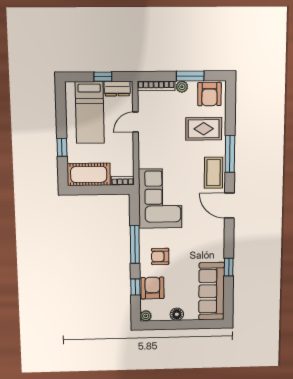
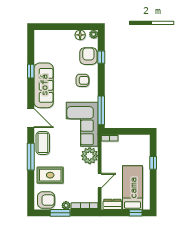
window: (103, 77) -> (136, 213), moved
armchair: (209, 94) -> (46, 200), turned 90
plant: (150, 156) -> (90, 156), added
cot: (89, 174) -> (134, 143), removed
window: (135, 245) -> (101, 110), moved
armchair: (152, 288) -> (88, 56), turned 180
sofa: (212, 291) -> (44, 85), moved
floor lamp: (177, 314) -> (80, 35), moved

